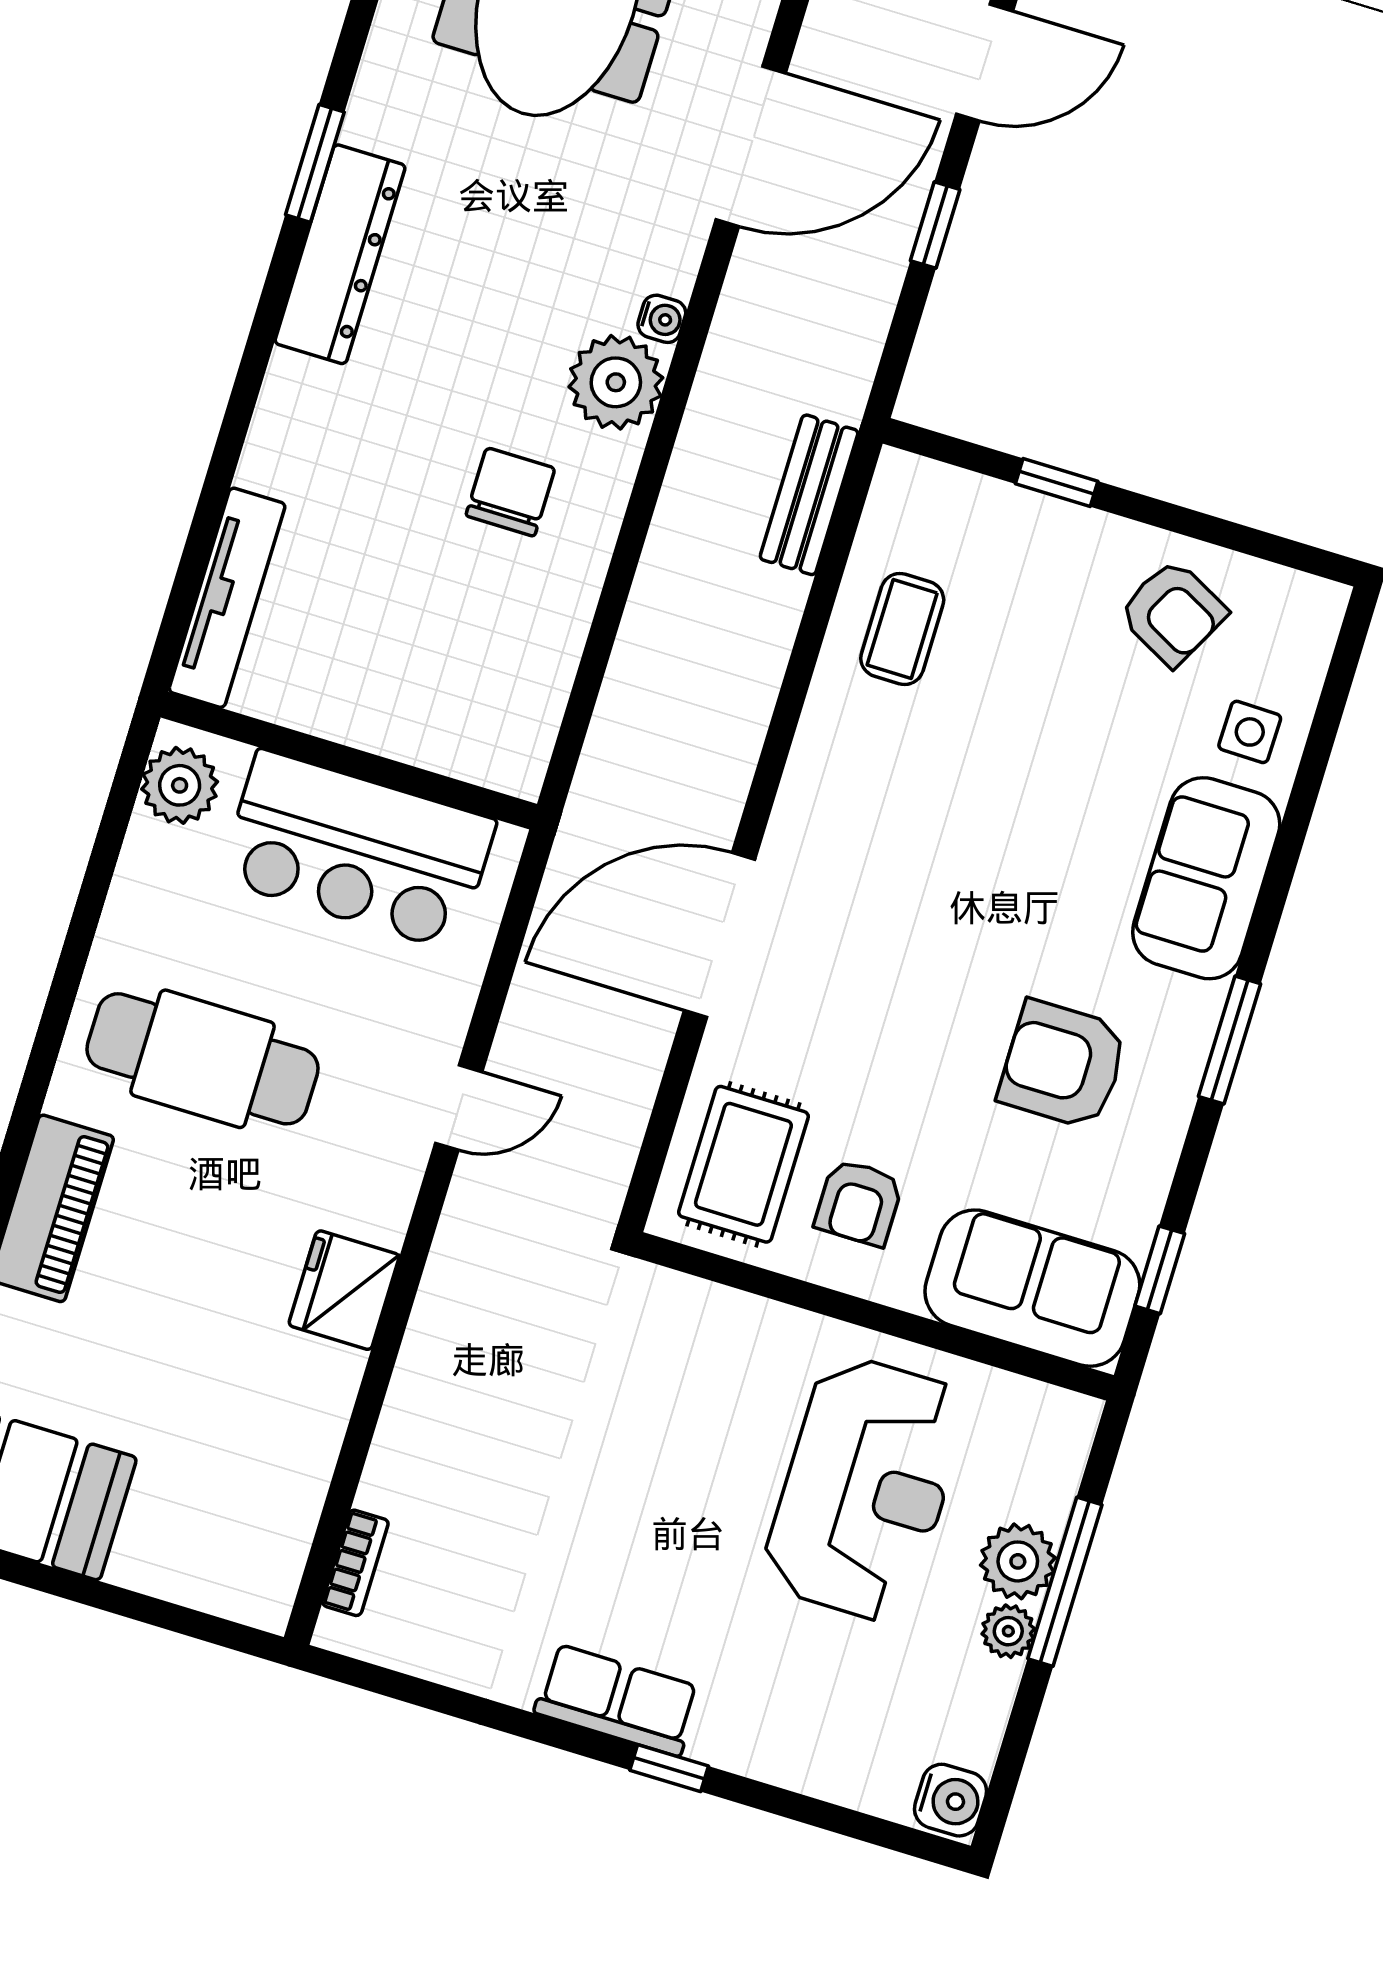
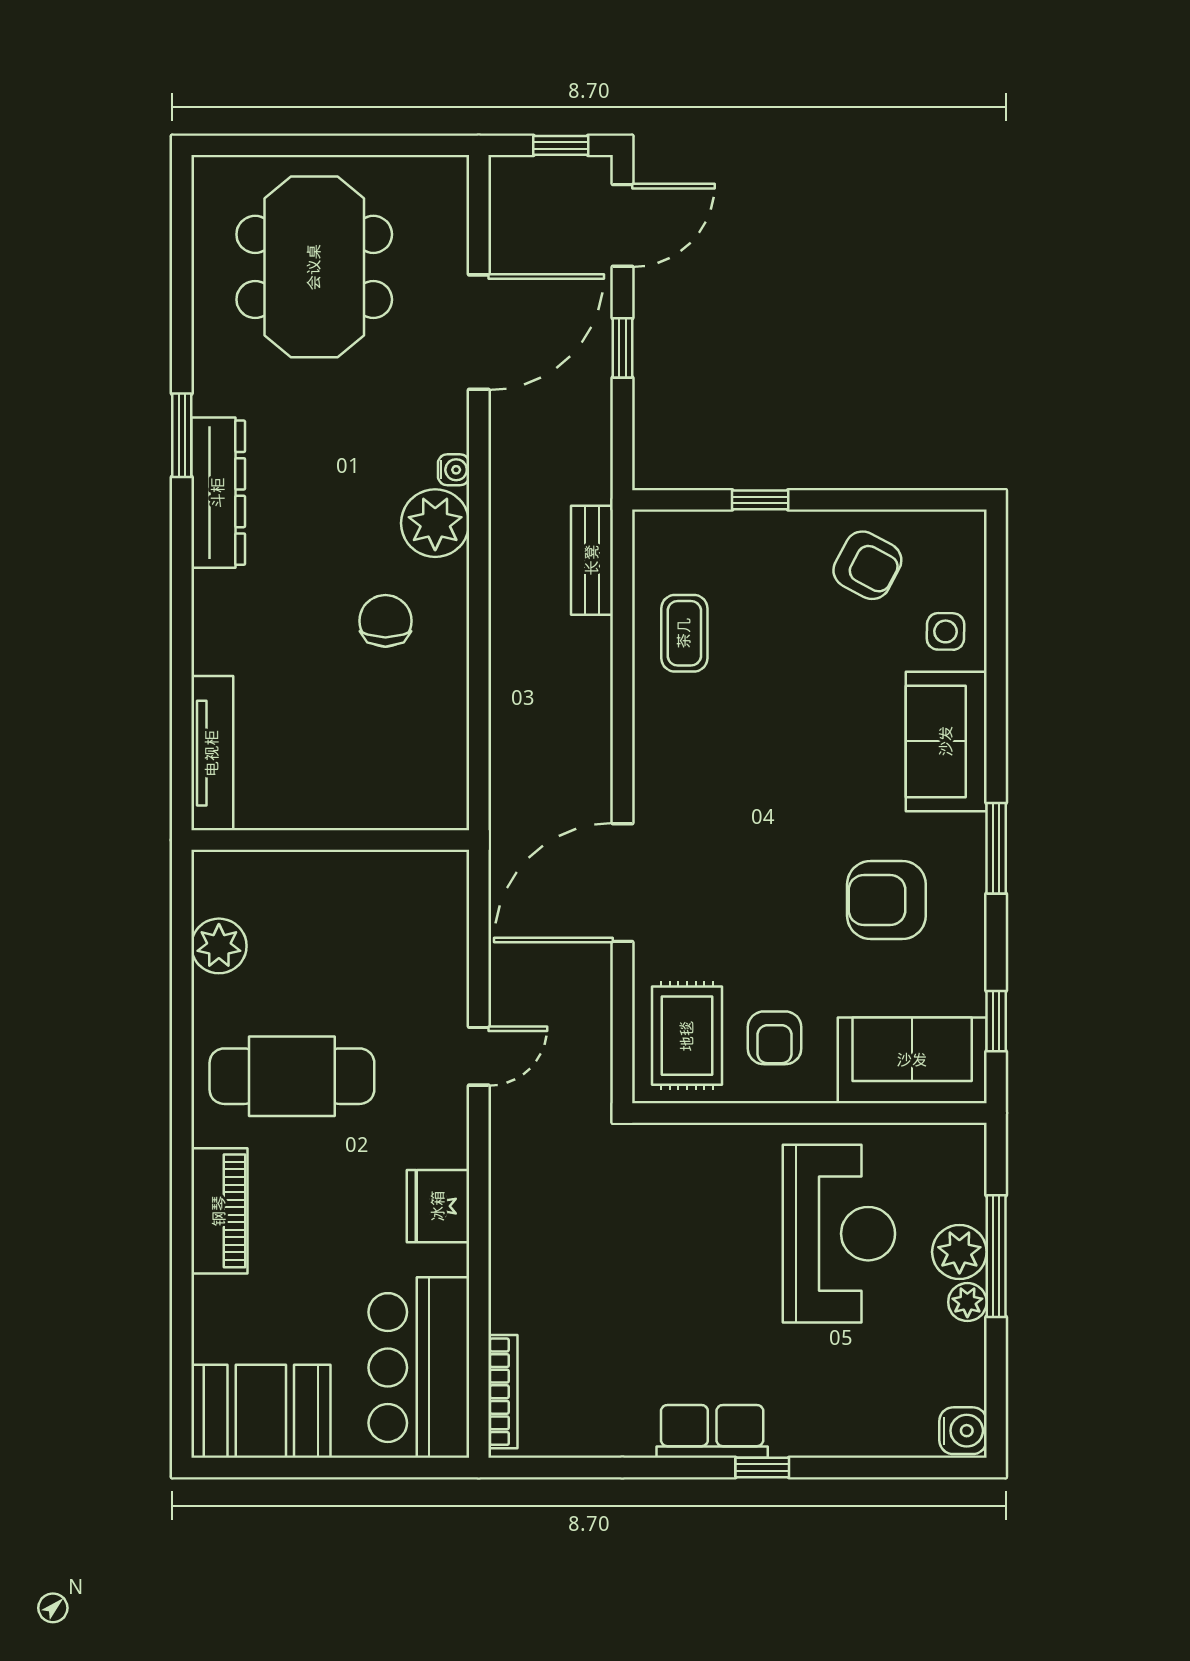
plant: (180, 785) -> (219, 946), moved
bar counter: (358, 850) -> (419, 1368), moved, turned 90
bookcase: (355, 1563) -> (503, 1392), width x1.56

